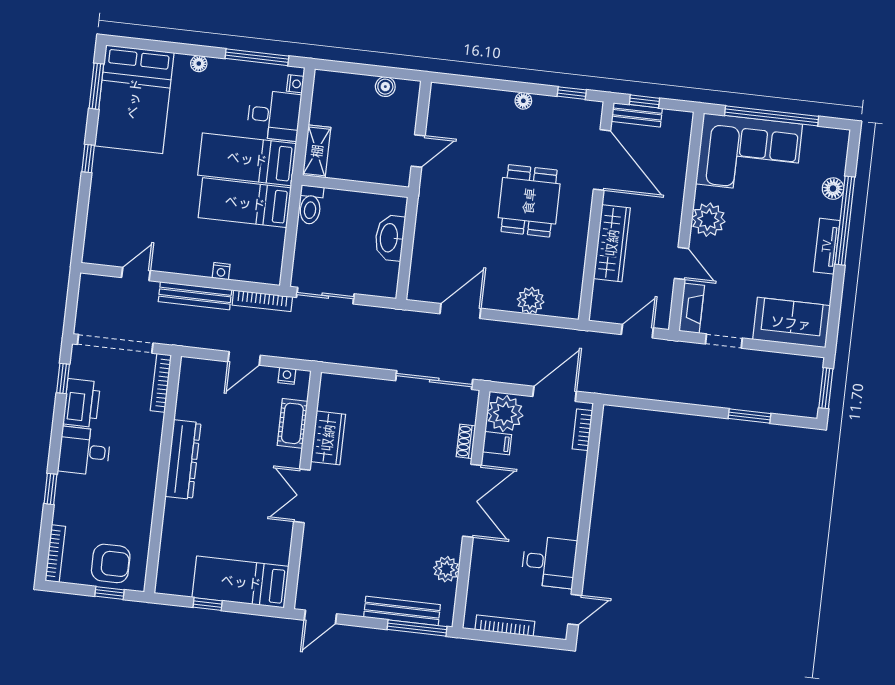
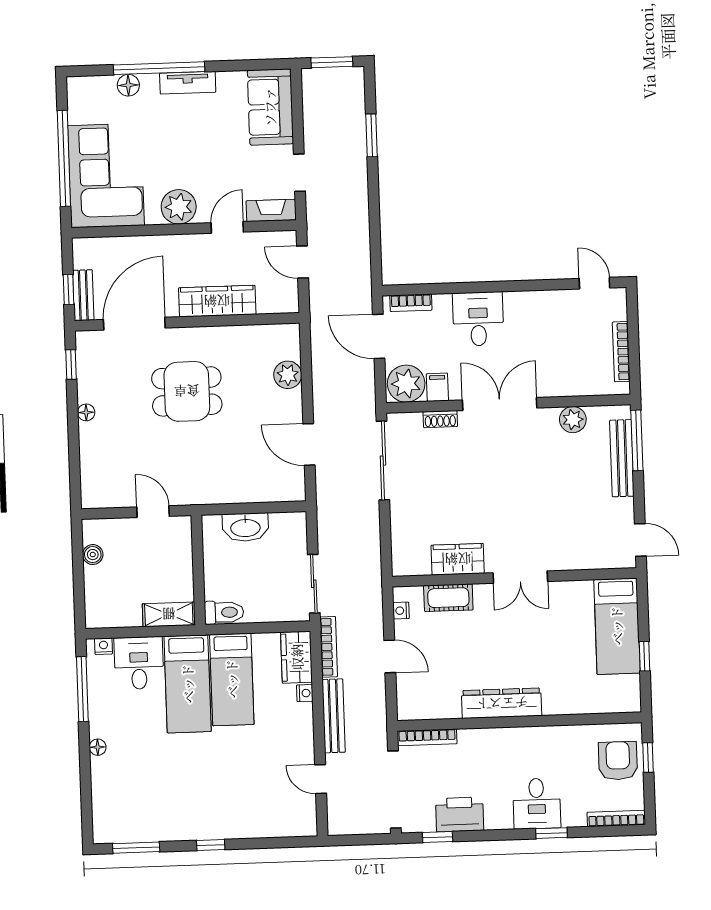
bed: (134, 99) -> (144, 807), removed
wardrobe: (257, 268) -> (297, 657), added
desk: (84, 451) -> (537, 804), moved
desk: (549, 562) -> (478, 319), moved

